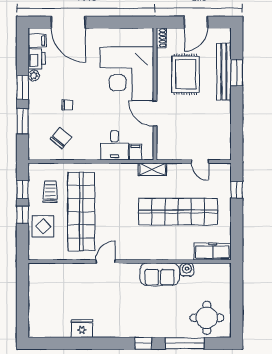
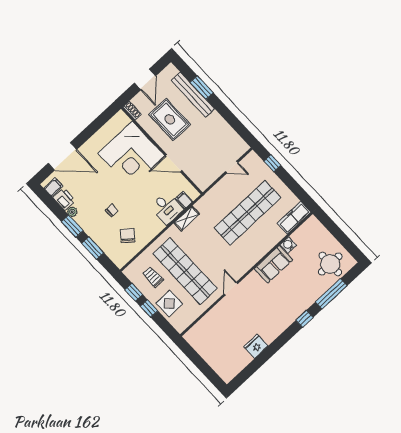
shelving: (153, 169) -> (187, 218), moved

